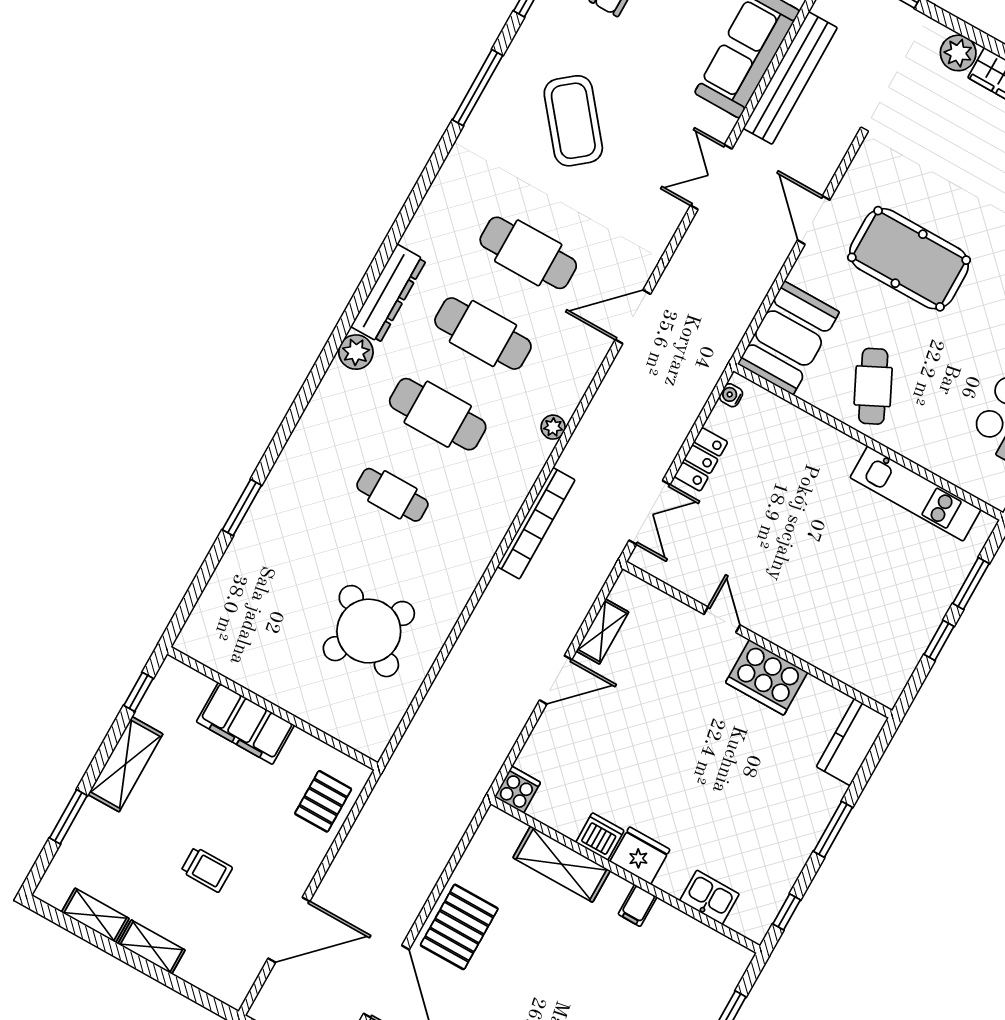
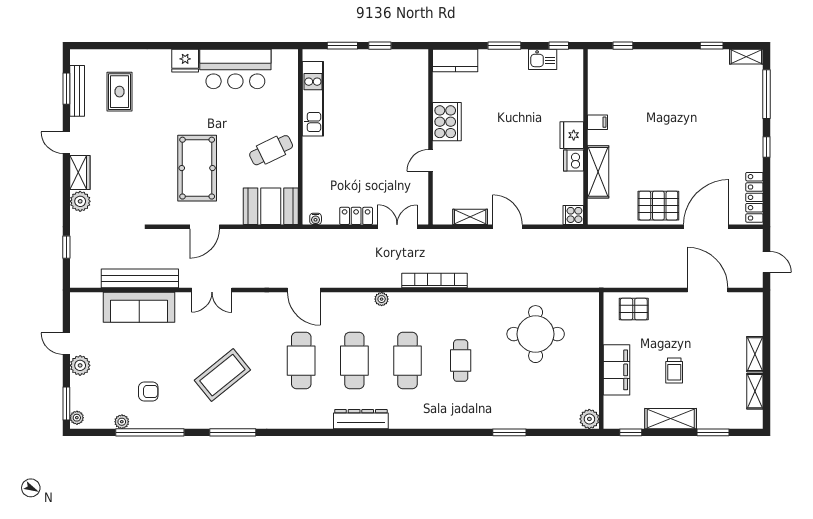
plant: (356, 352) -> (589, 419), moved
round table: (369, 631) -> (536, 334), turned -33
trolley: (207, 869) -> (674, 371), moved, turned 180
kitchen sink: (709, 897) -> (543, 59), moved, turned -90

